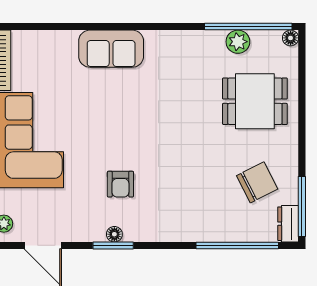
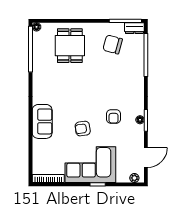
plant: (238, 42) -> (38, 55), removed
armchair: (98, 125) -> (83, 129), added
chair: (257, 182) -> (113, 44), turned -48
armchair: (120, 184) -> (114, 117), turned 90

